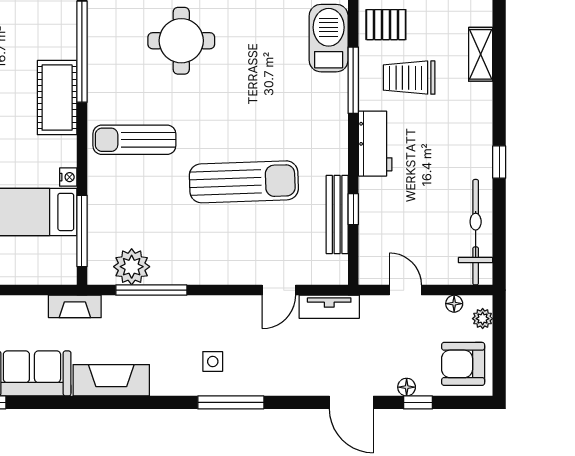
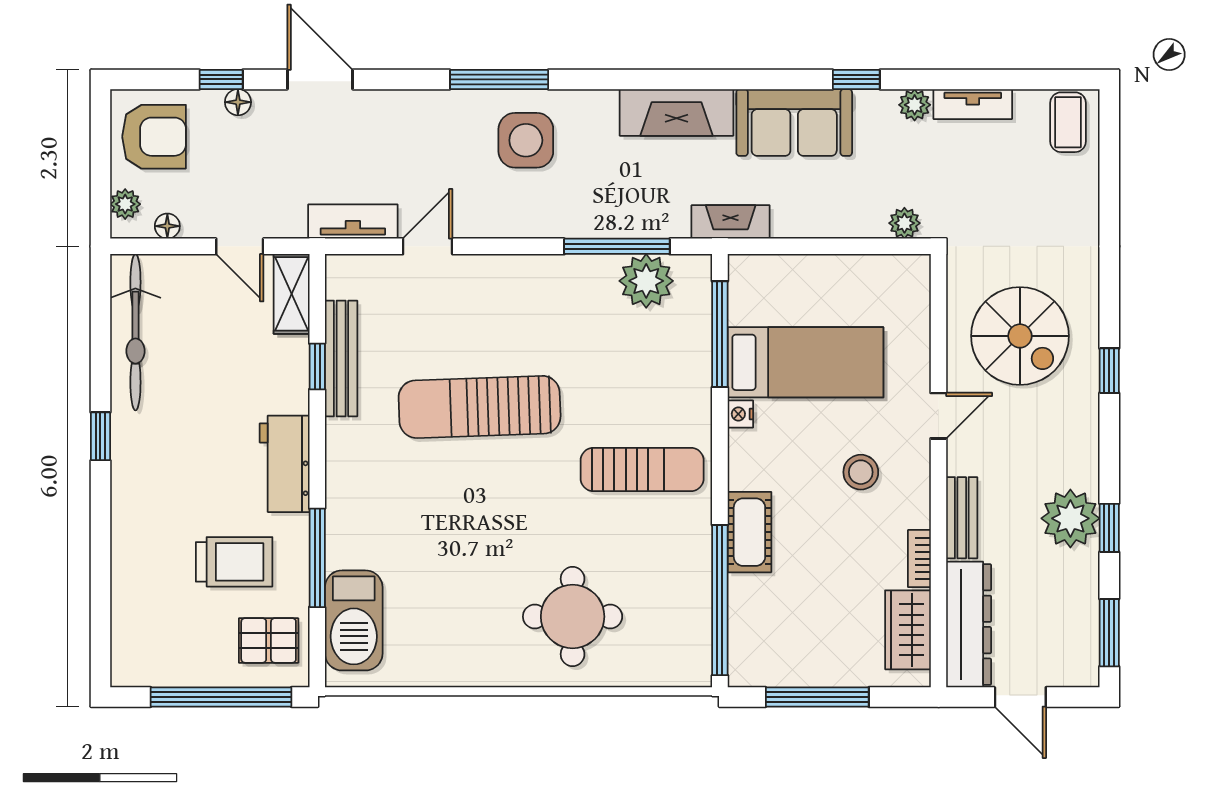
shelving: (481, 54) -> (292, 294), moved
cot: (57, 98) -> (749, 532), width x0.73, depth x0.75
side table: (213, 361) -> (526, 140), width x1.87, depth x1.87

